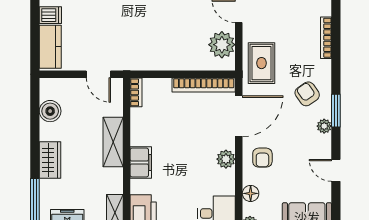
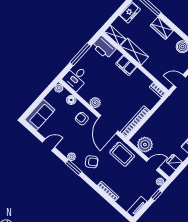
shelving: (113, 142) -> (134, 52), moved

